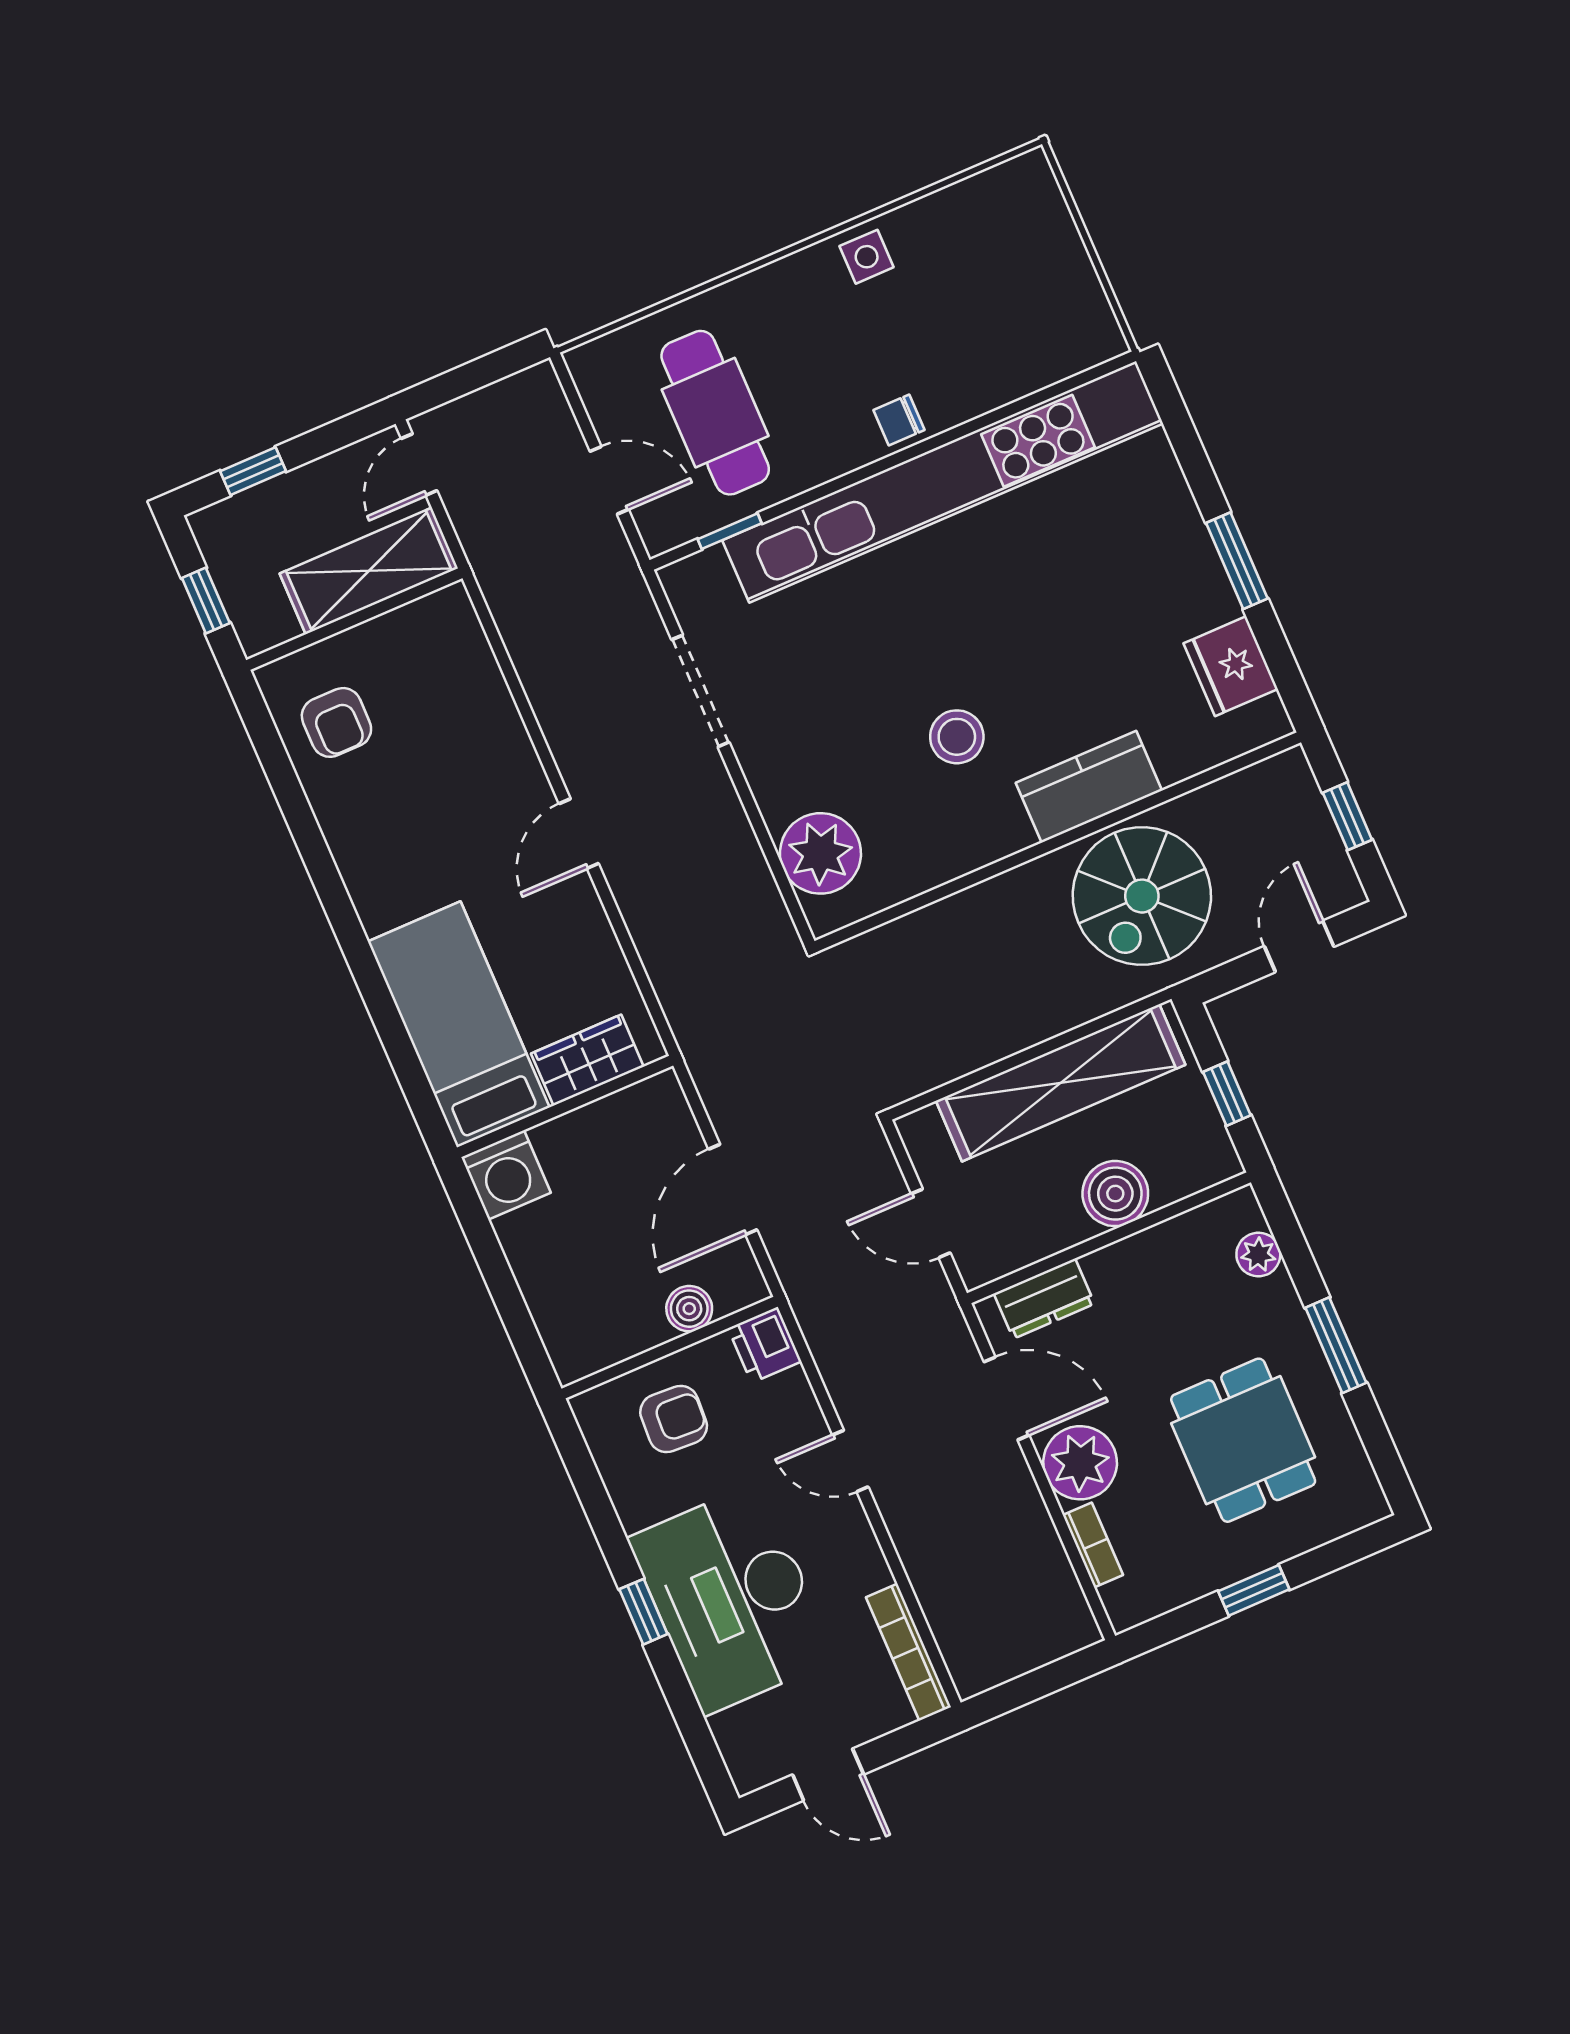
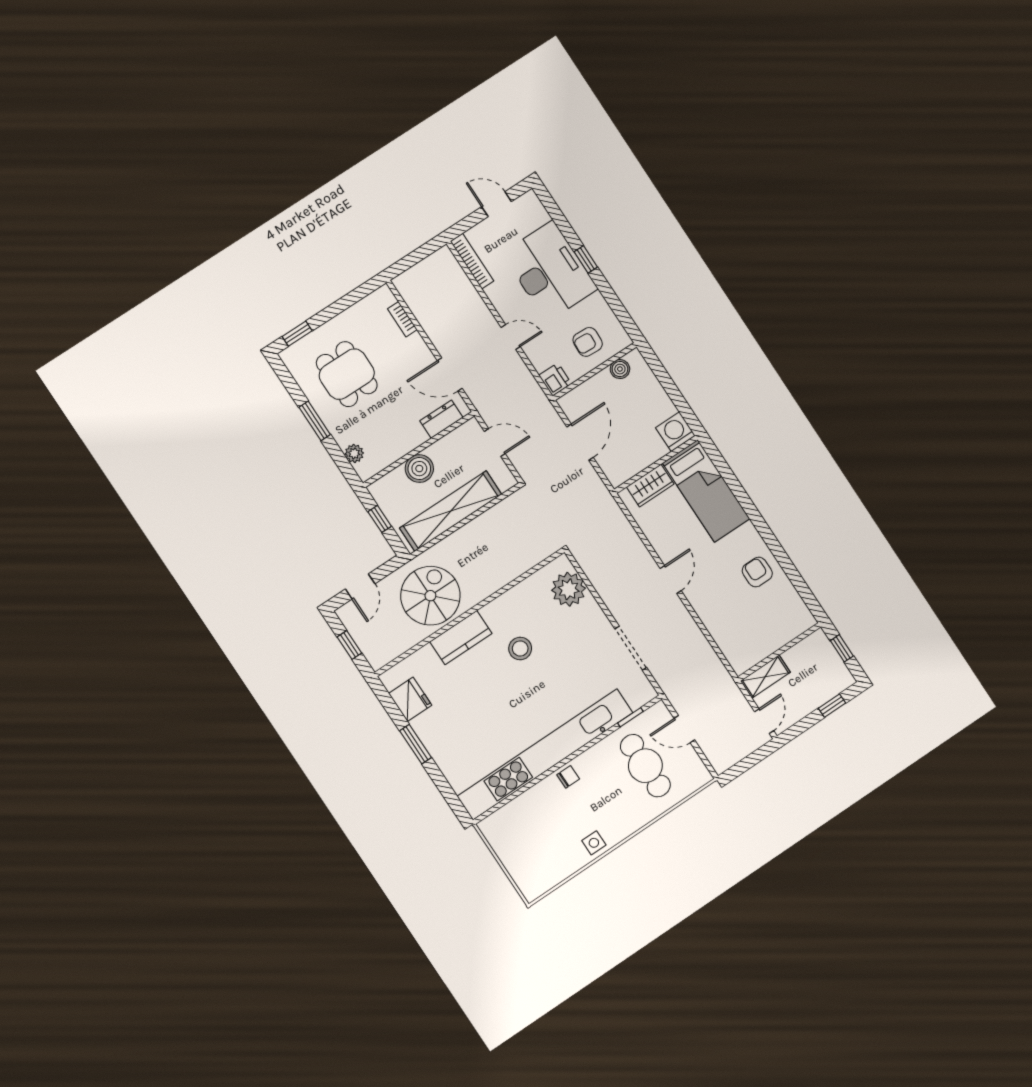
shelving: (369, 571) -> (765, 677), width x0.67, depth x0.75
armchair: (336, 722) -> (757, 572), moved
boiler: (689, 1309) -> (620, 369), moved
plant: (1080, 1463) -> (414, 353), removed
window: (1254, 1590) -> (297, 334), moved

